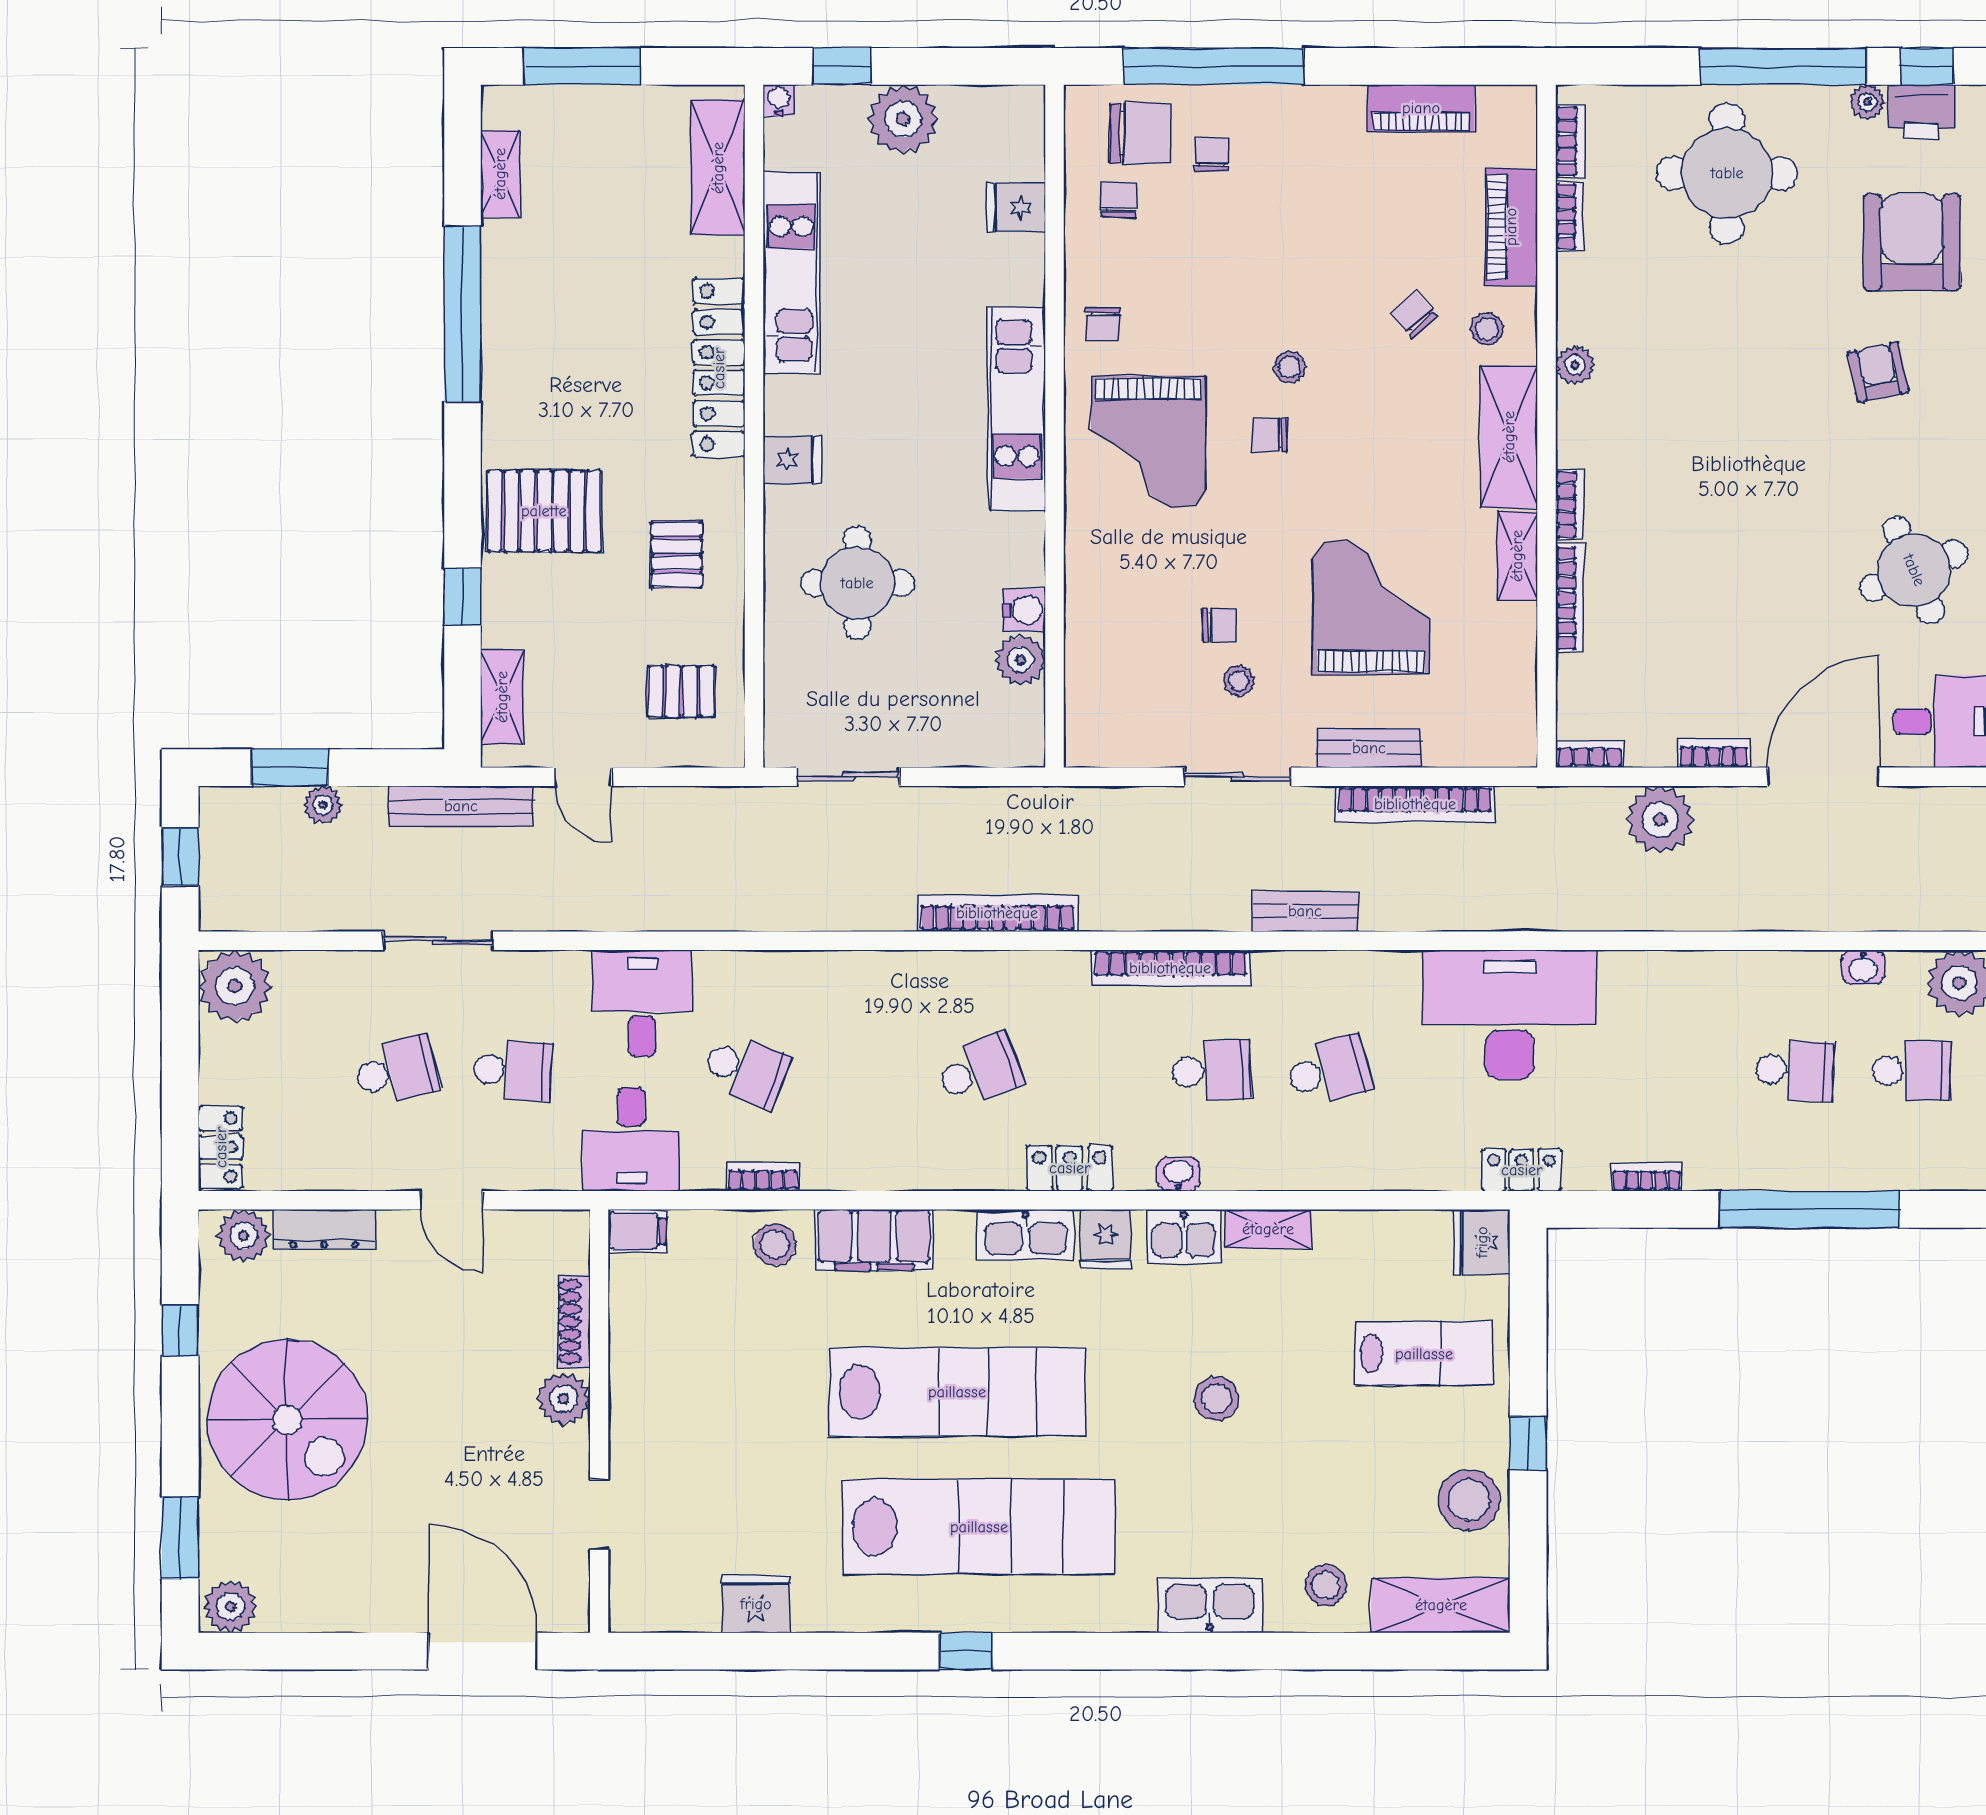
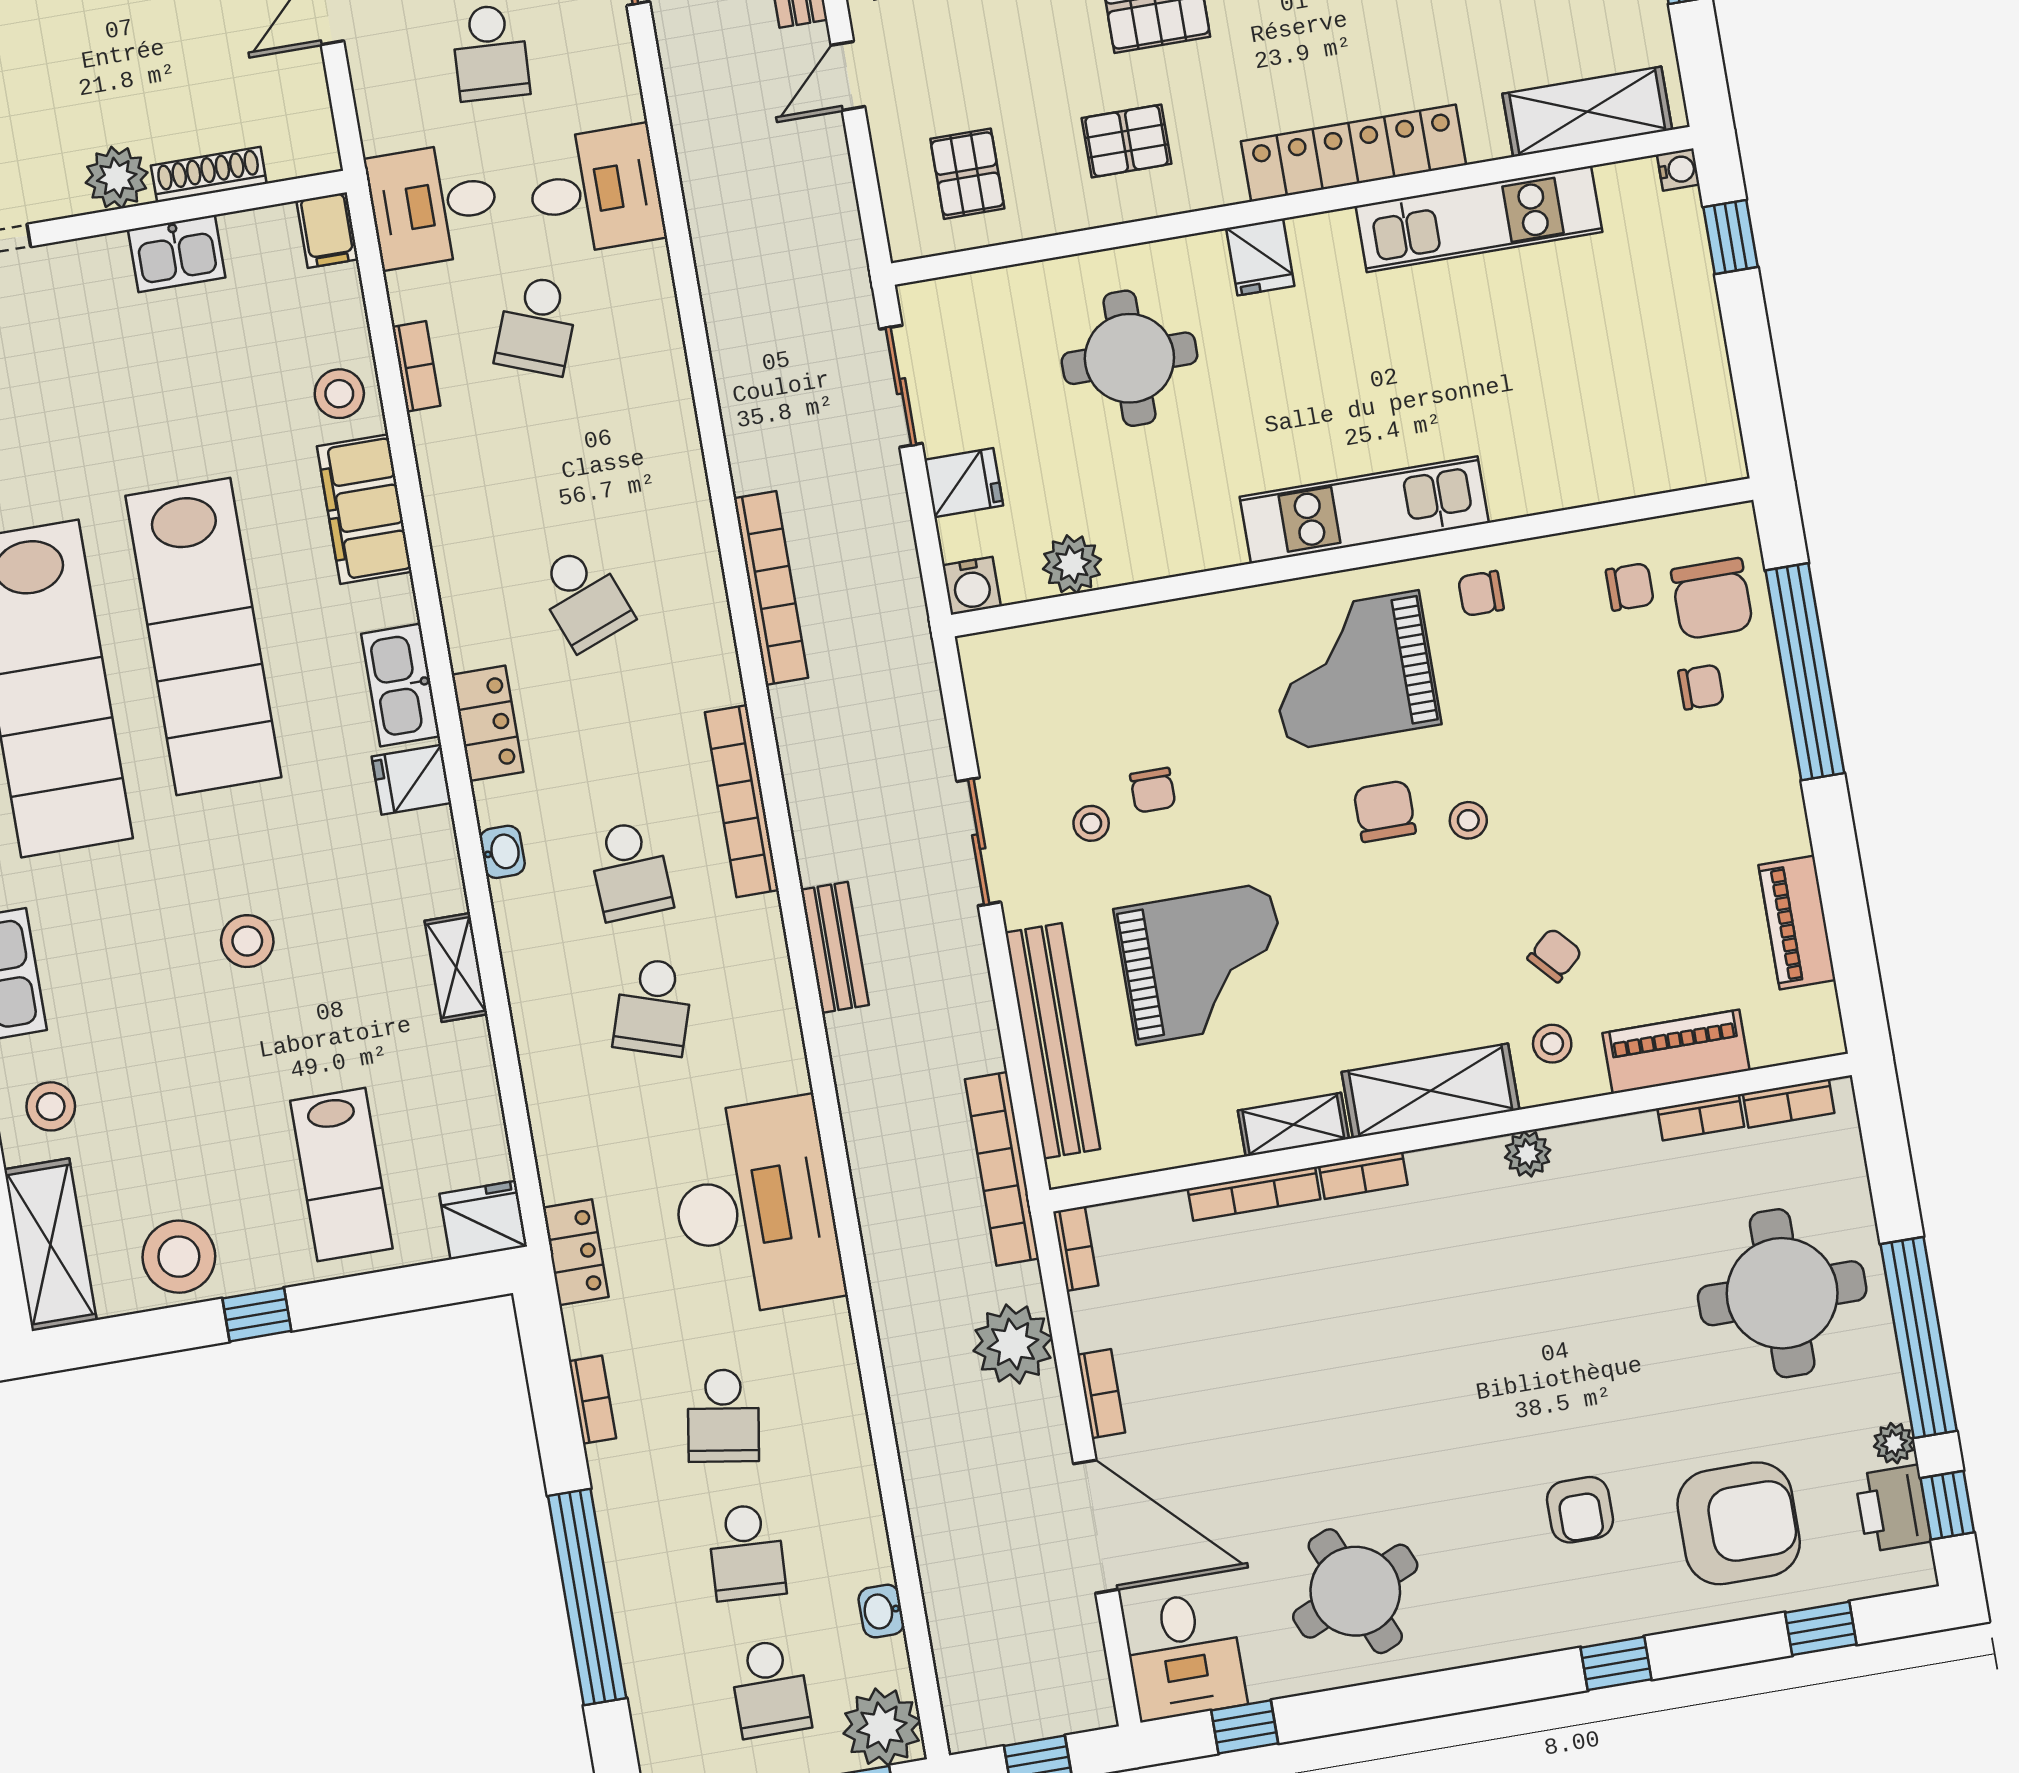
plant: (903, 119) -> (1681, 319), removed
fridge: (1016, 208) -> (964, 483), moved, turned 90
armchair: (1878, 372) -> (1580, 1510), turned 102
chair: (1270, 435) -> (1385, 811), width x1.37, depth x1.37
water cooler: (1024, 610) -> (972, 586), moved
bench: (1369, 748) -> (1053, 1041), width x1.86, depth x1.21
bookcase: (1415, 804) -> (1002, 1169), moved
school desk: (1329, 1070) -> (653, 1007), turned 33
school desk: (1678, 1070) -> (723, 1416), added
kitchen sink: (1184, 1236) -> (177, 254), moved, turned -90

